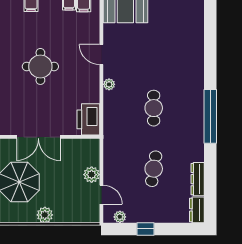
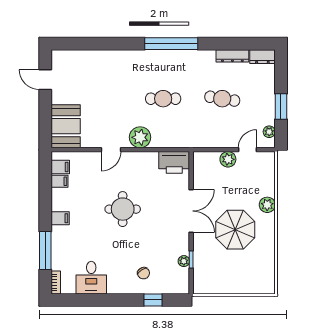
plant: (109, 84) -> (140, 137), width x1.88, depth x1.88
window: (146, 229) -> (281, 107), width x1.50

